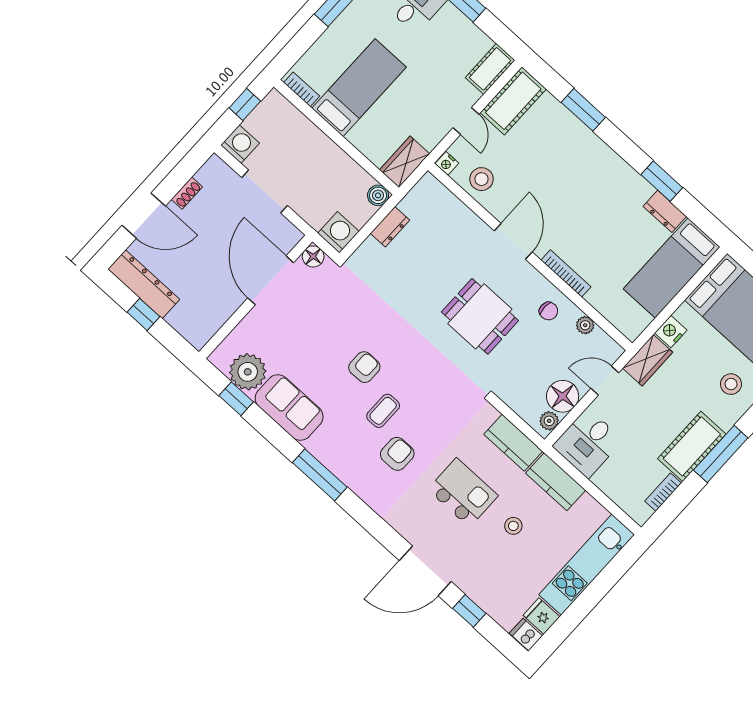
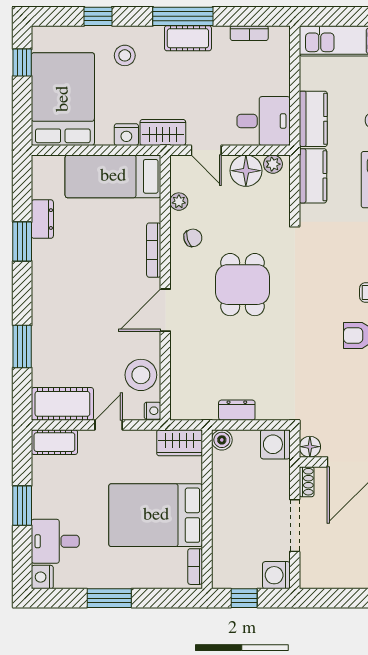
bed: (359, 88) -> (156, 515), width x1.50
stool: (481, 179) -> (141, 375), width x1.38, depth x1.38
shoe rack: (187, 193) -> (307, 482), moved, turned 90
bed: (672, 268) -> (113, 176), moved, turned 180
chair: (549, 311) -> (193, 238), turned 73
cot: (692, 446) -> (188, 38), width x0.73, depth x0.75

